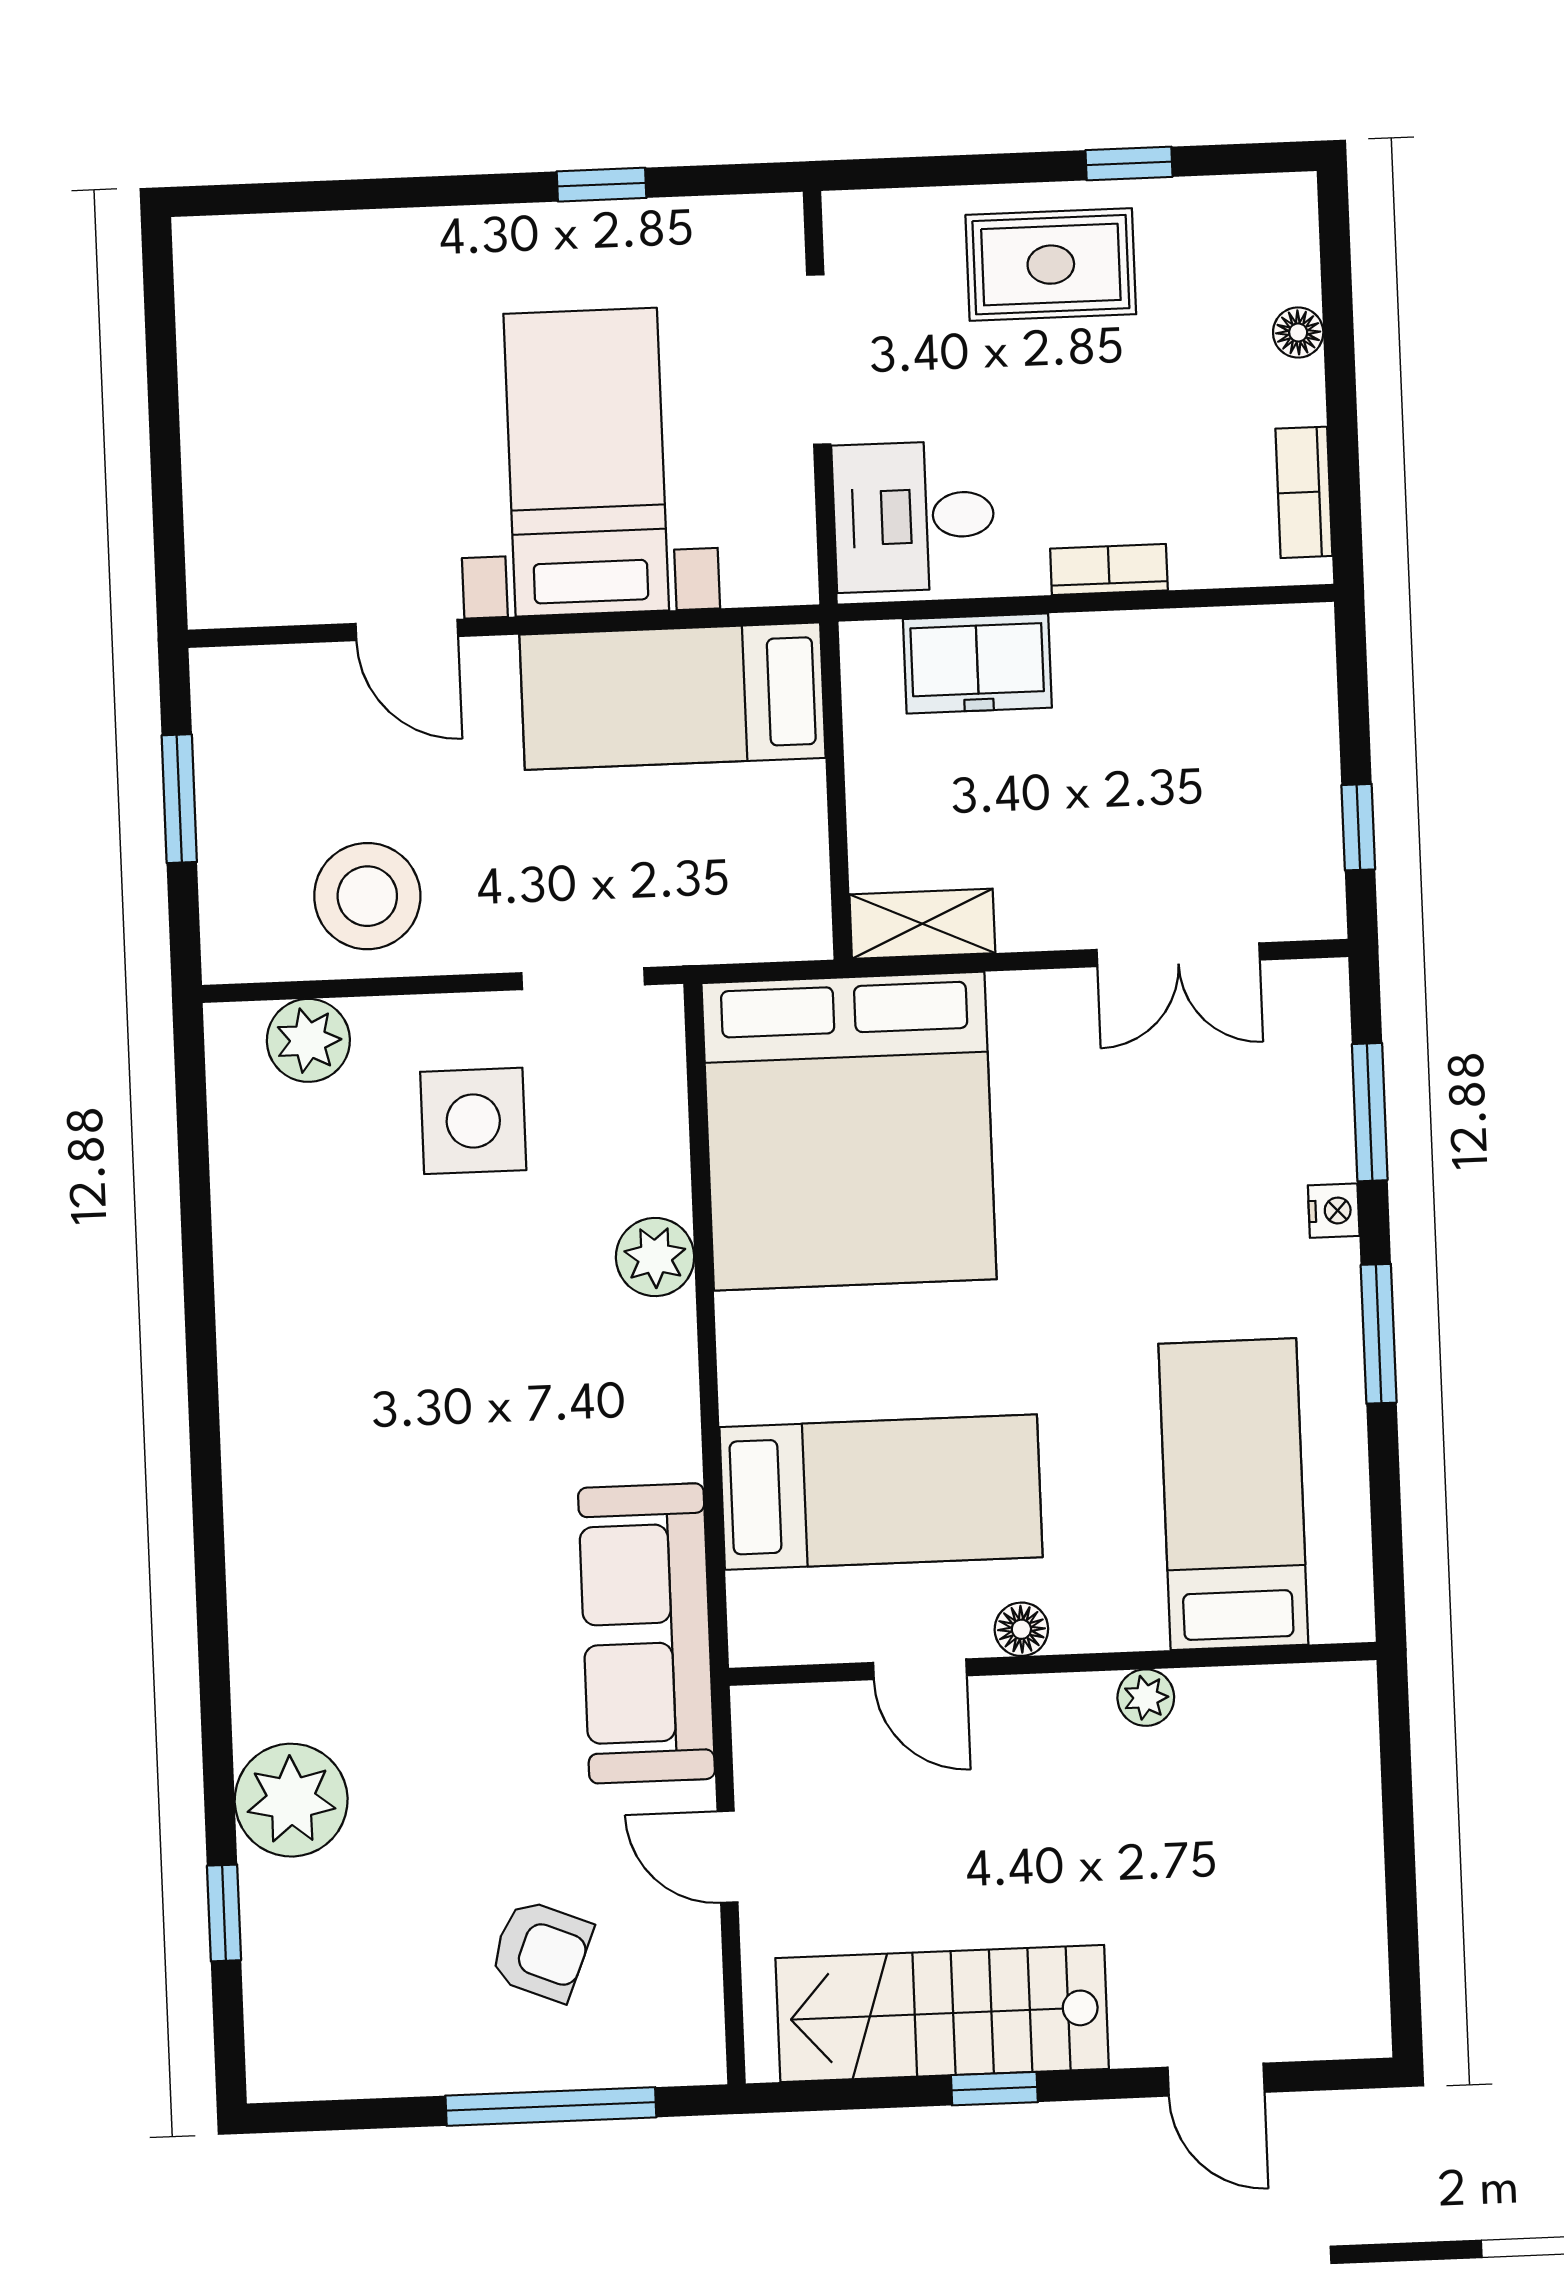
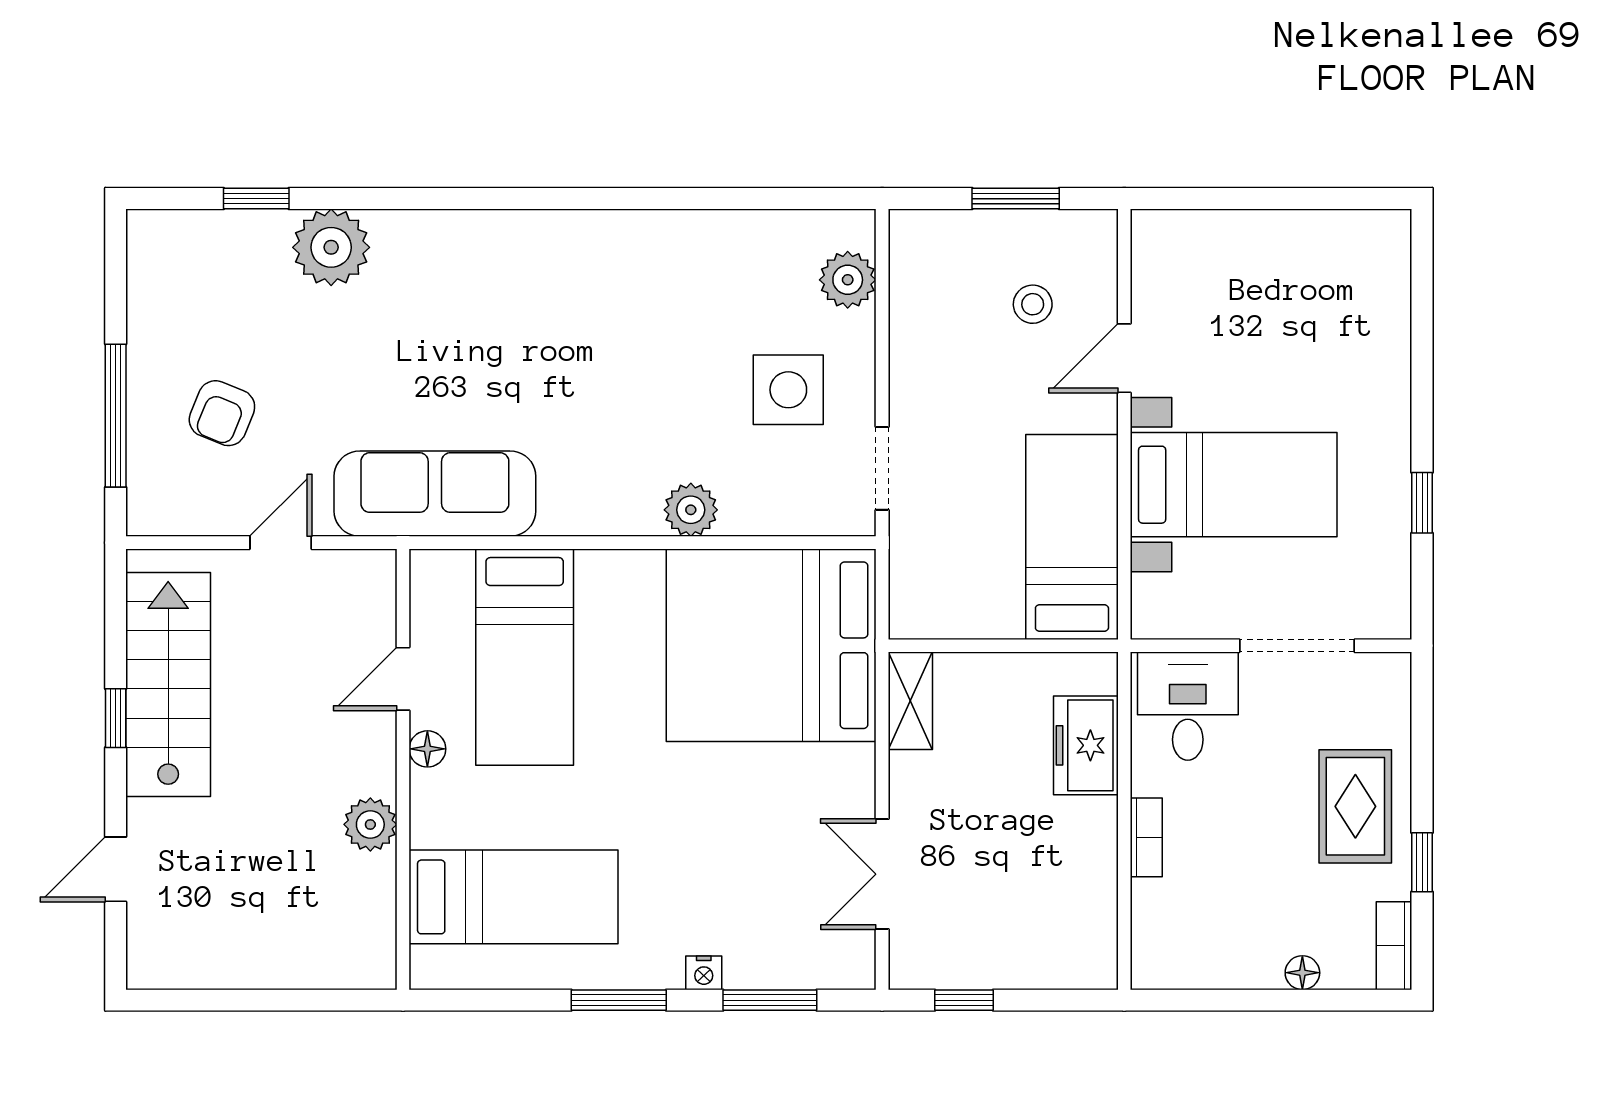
bookcase: (1304, 492) -> (1394, 946), moved, turned -90
stool: (367, 896) -> (1033, 304), moved, width x0.53, depth x0.53
plant: (1146, 1698) -> (370, 824), width x1.38, depth x1.38

